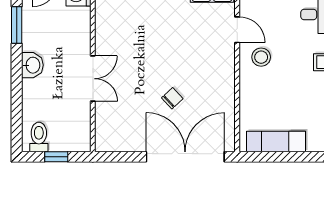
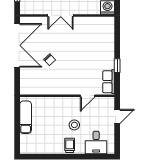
stool: (261, 57) -> (74, 125), moved
double door: (185, 157) -> (17, 45), moved

